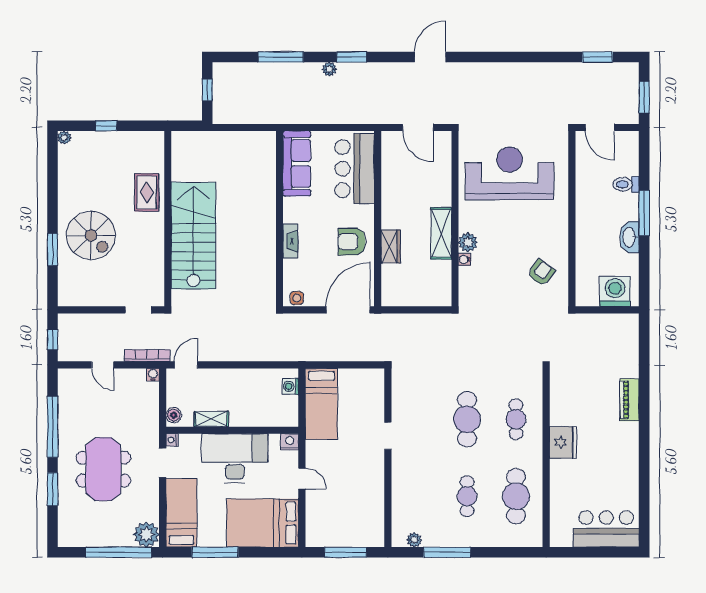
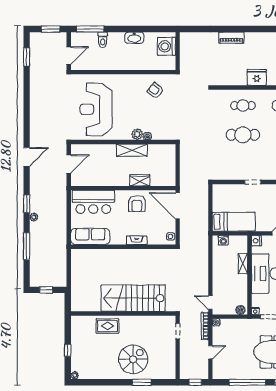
door: (430, 57) -> (27, 157), swing flipped
window: (644, 213) -> (90, 29), moved
shelving: (211, 419) -> (243, 264), moved

